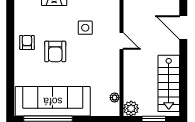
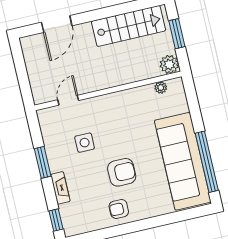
door: (121, 41) -> (68, 100), moved

